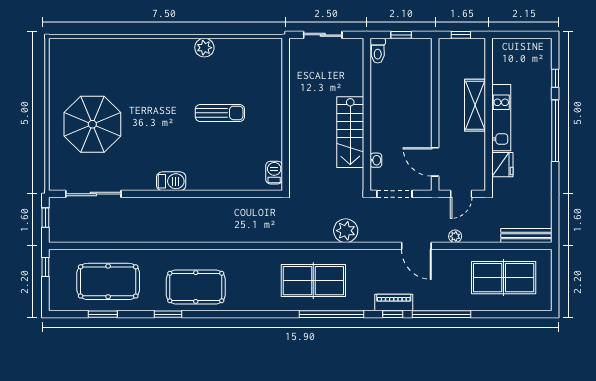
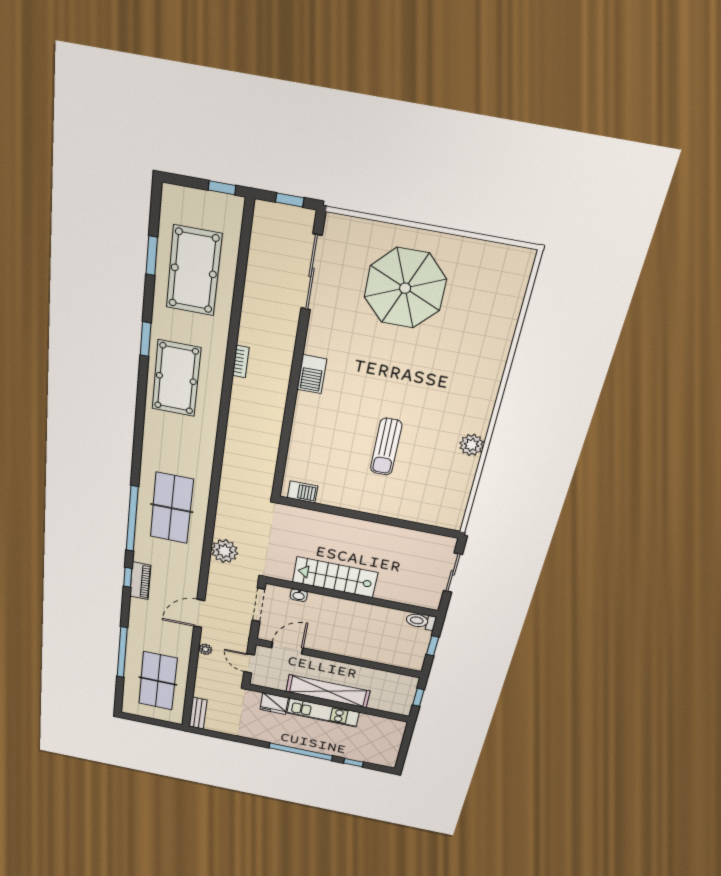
shelving: (475, 105) -> (328, 691), width x1.47
bench: (526, 236) -> (198, 713), width x0.73
bookcase: (172, 238) -> (241, 361), added
window: (441, 314) -> (122, 652), moved

